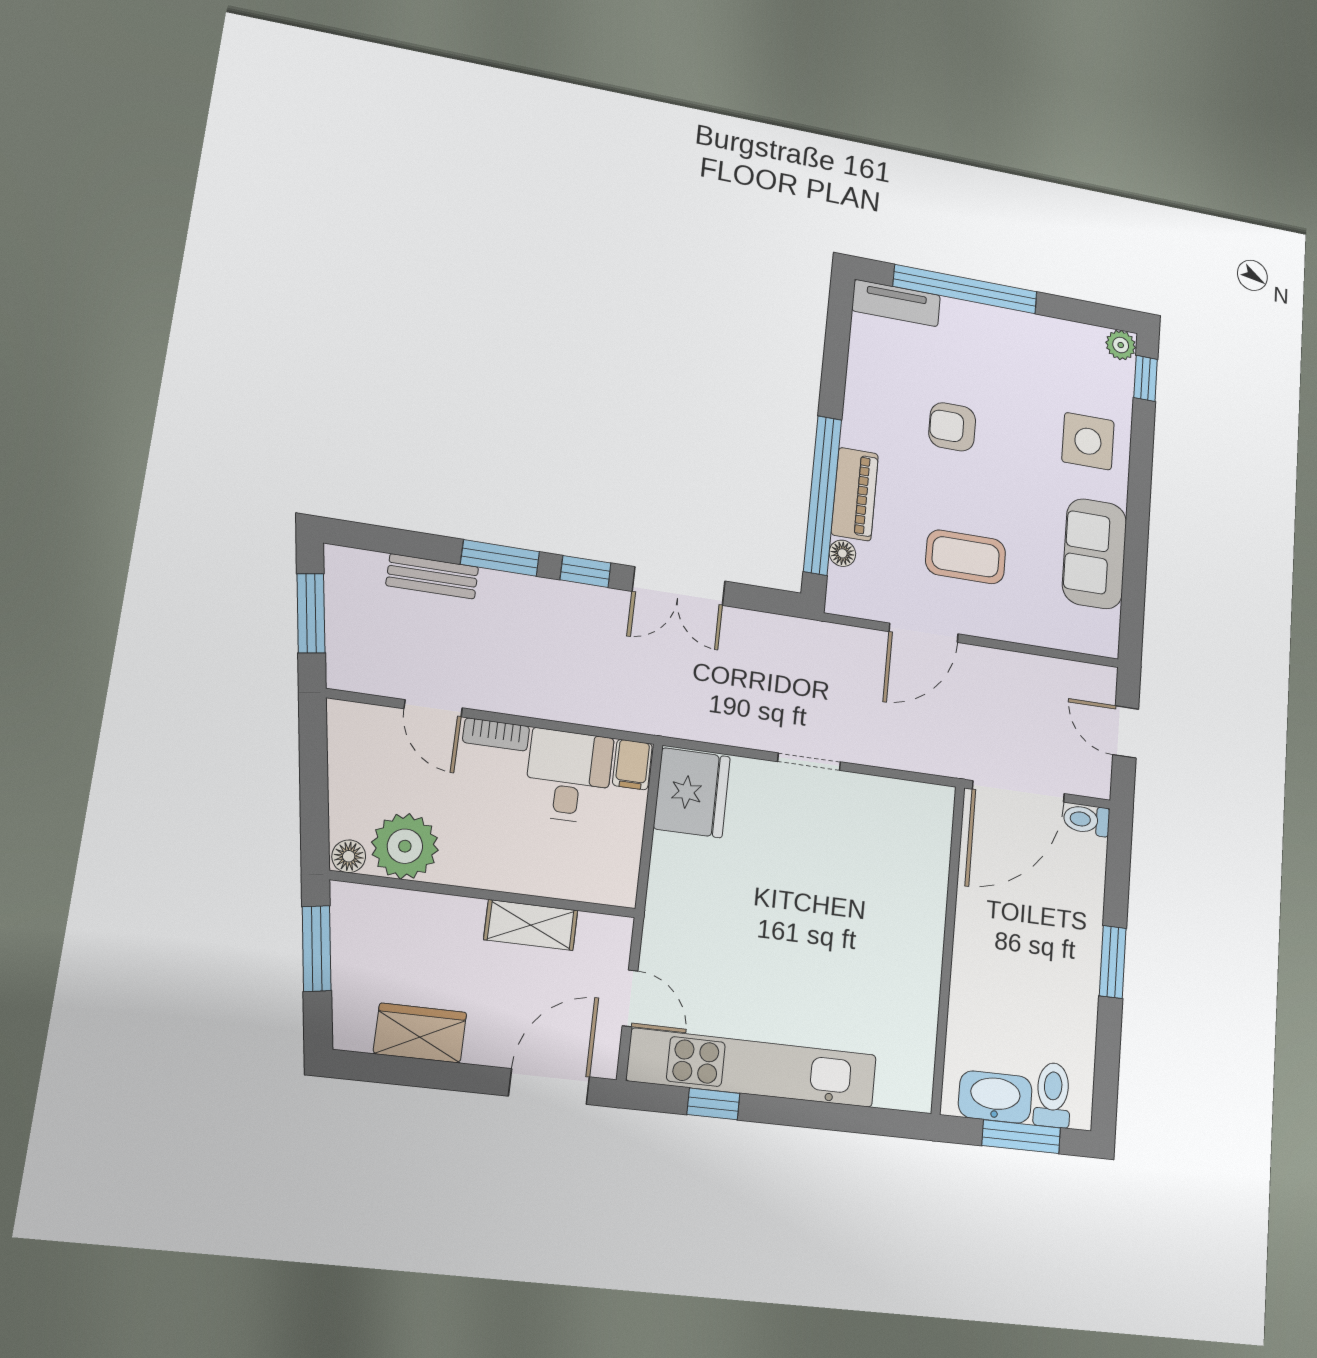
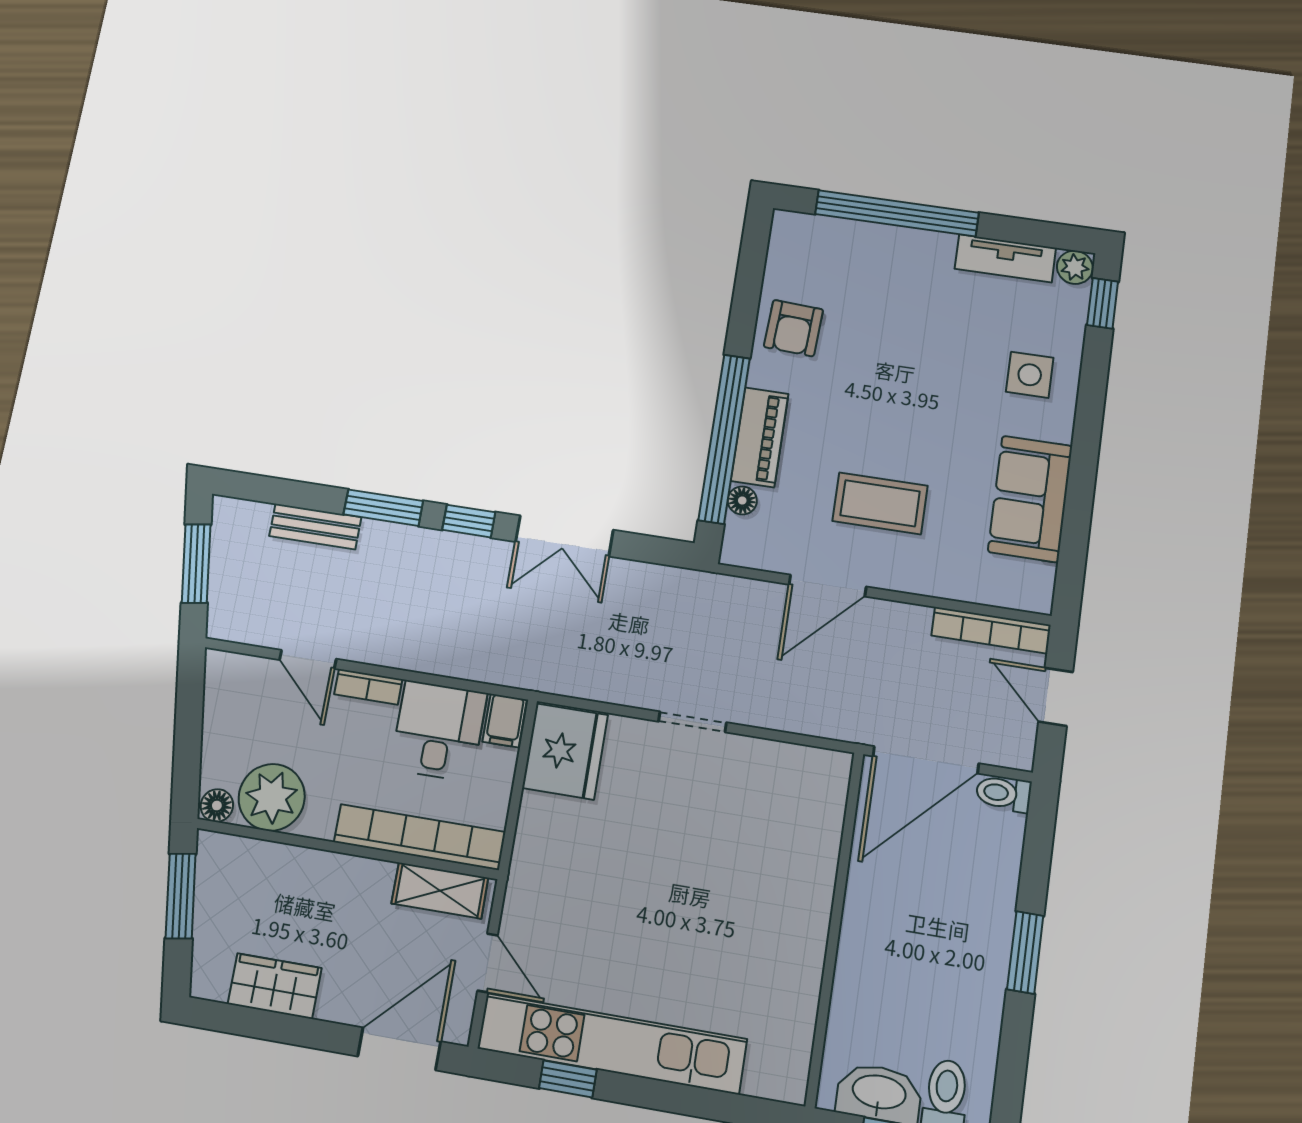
tv unit: (896, 303) -> (1005, 258), moved
armchair: (952, 427) -> (793, 328), moved, turned -87
side table: (1088, 441) -> (1030, 375), width x0.73, depth x0.73
bookcase: (1068, 673) -> (991, 630), added
bookcase: (556, 880) -> (420, 837), added
shelving: (531, 925) -> (440, 891), moved

